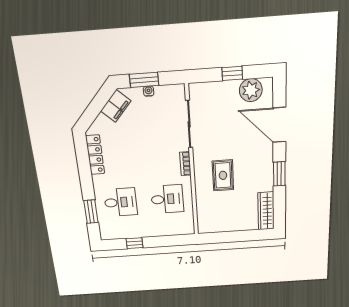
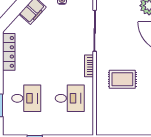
rug: (223, 175) -> (122, 79), turned 90

